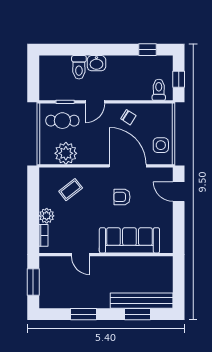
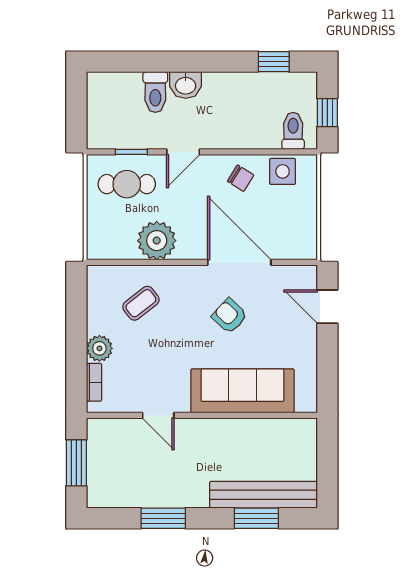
side table: (161, 145) -> (283, 171), moved
plant: (66, 153) -> (157, 241), moved
armchair: (122, 197) -> (229, 316), turned 43

